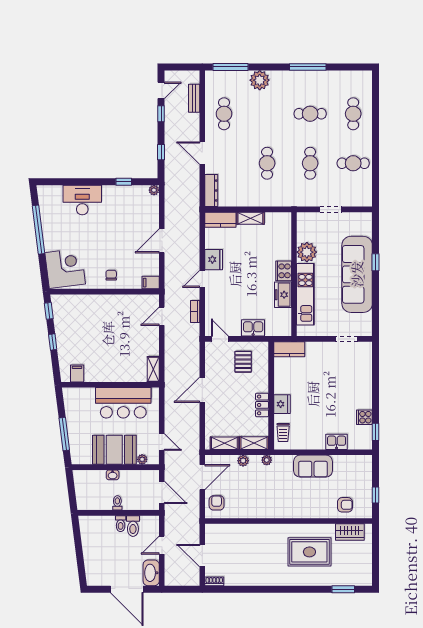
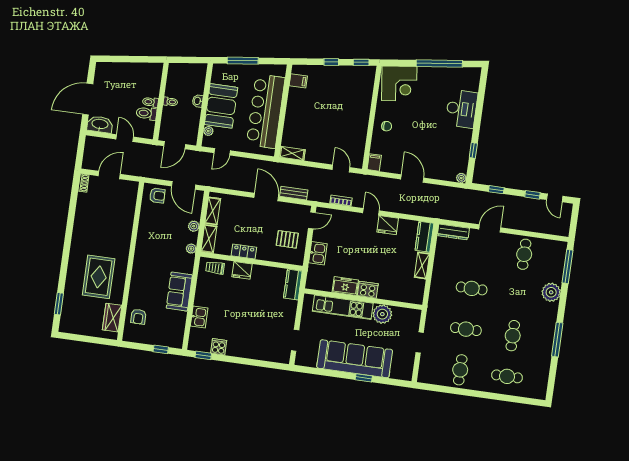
bench: (194, 98) -> (294, 193), moved
cafe table: (224, 114) -> (524, 254), turned 90
bar counter: (123, 403) -> (266, 111), width x1.36
window: (376, 495) -> (161, 349), moved

